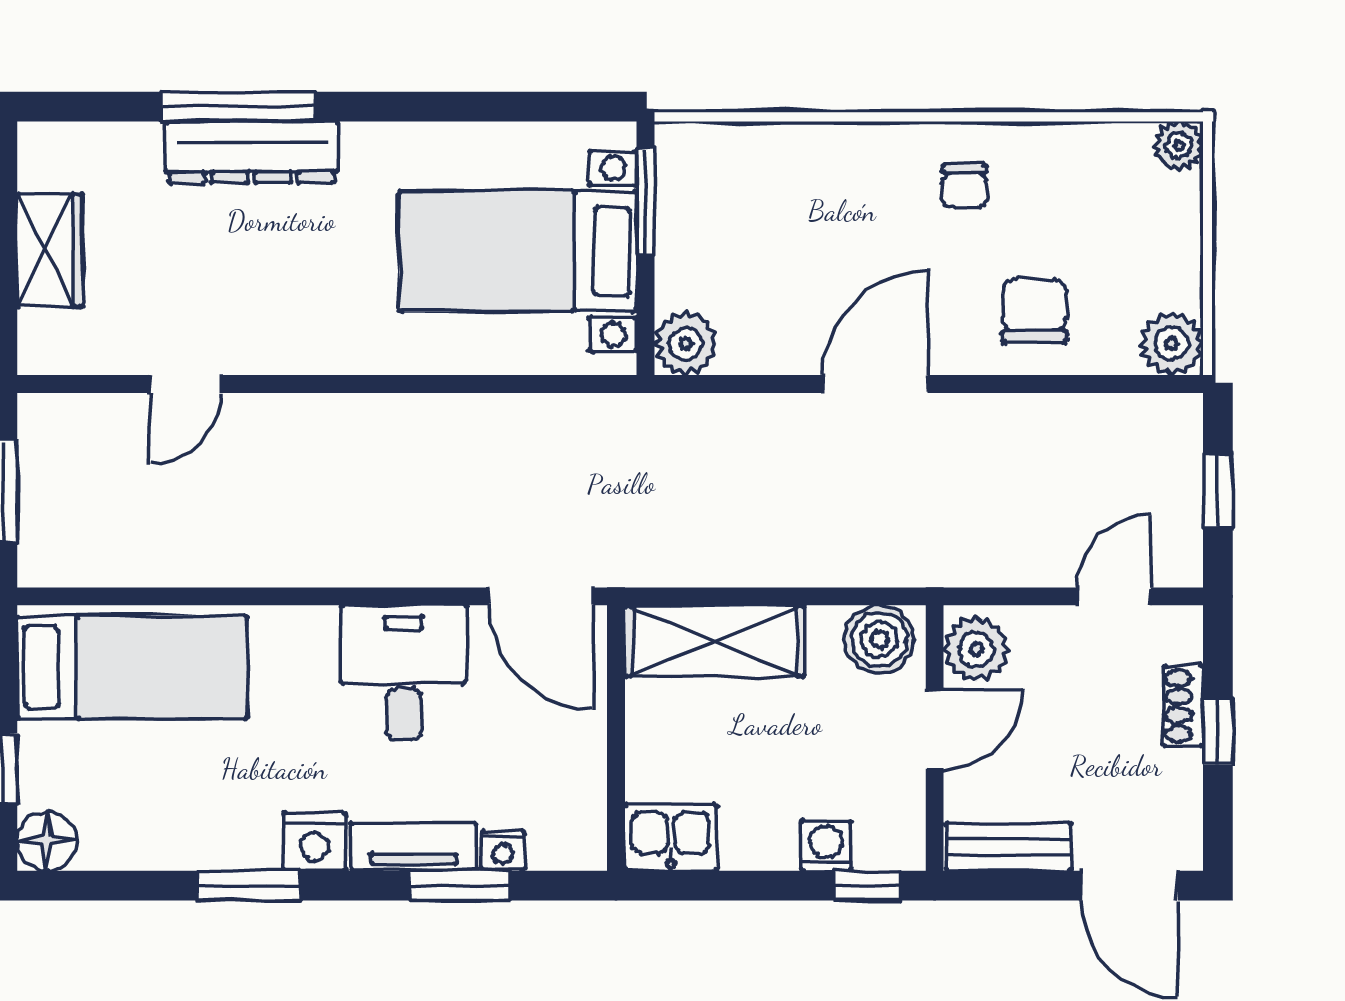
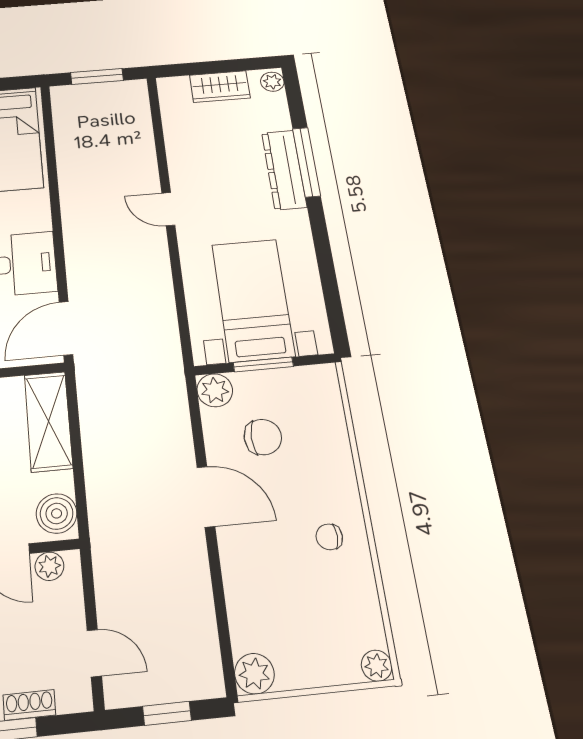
plant: (48, 144) -> (272, 82), added
window: (645, 202) -> (263, 364), moved
chair: (1035, 311) -> (263, 437), moved
door: (186, 384) -> (168, 209), moved
plant: (976, 649) -> (49, 566), width x0.73, depth x0.73

